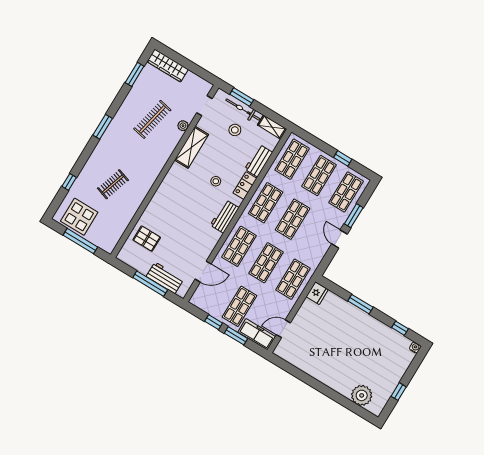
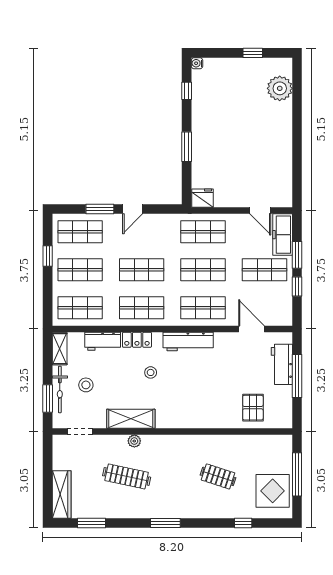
plant: (183, 126) -> (134, 441), moved
workbench: (225, 216) -> (188, 341), width x1.38

